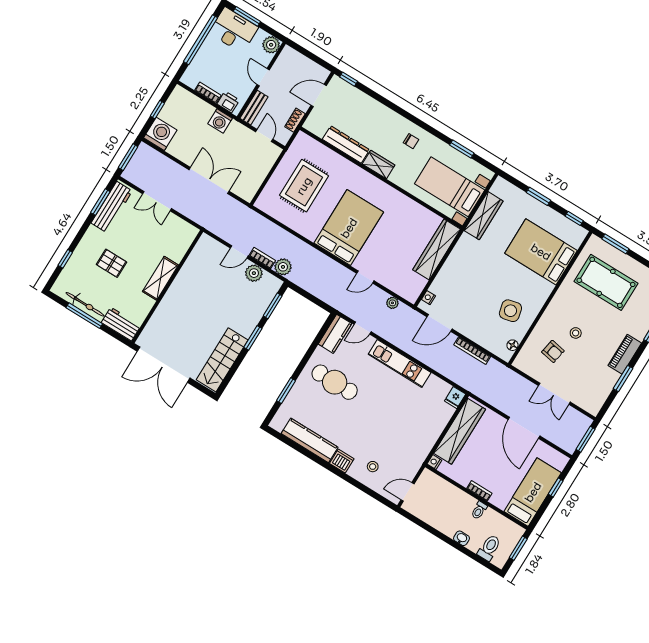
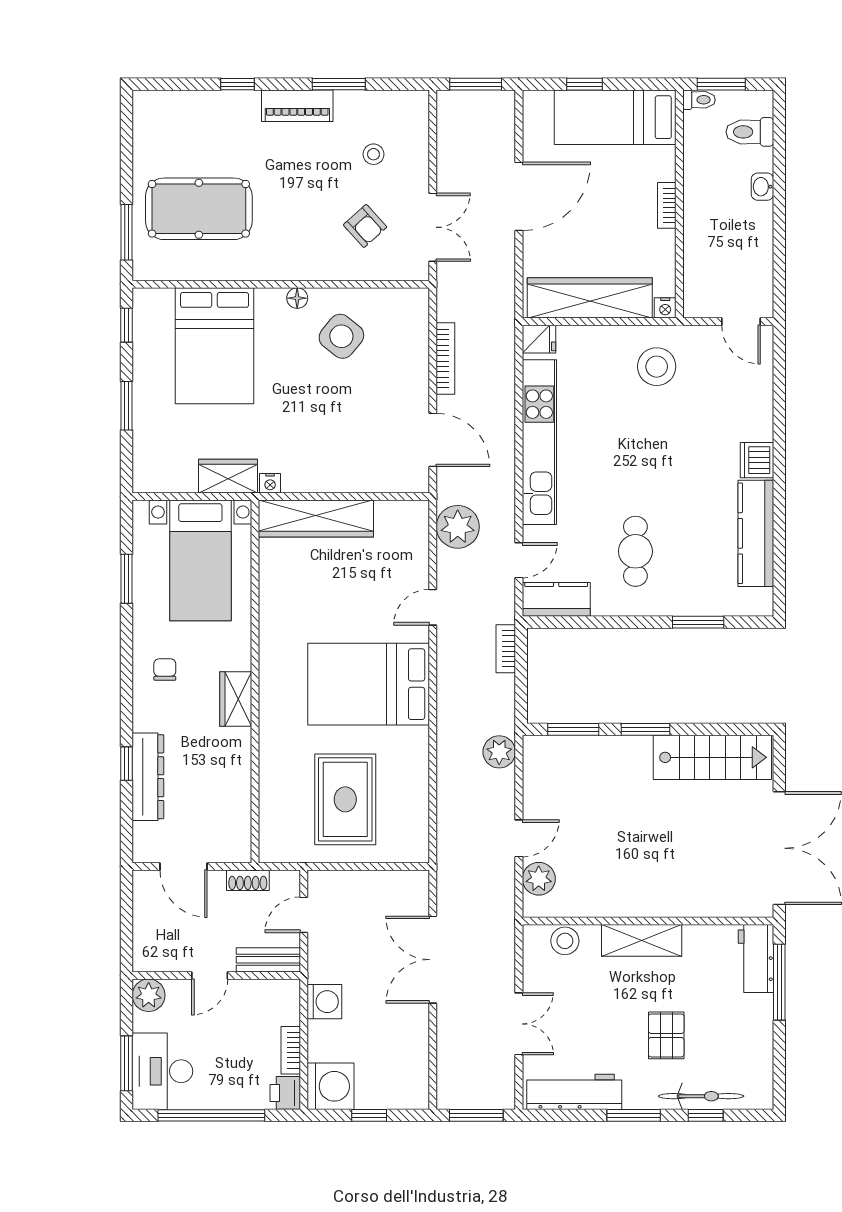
window: (349, 79) -> (127, 764), moved
printer: (228, 102) -> (285, 1093), moved
washing machine: (160, 134) -> (331, 1086), moved, turned 180
dresser: (346, 144) -> (148, 777), moved, turned 180
rug: (304, 186) -> (345, 799), turned 90
window: (100, 202) -> (634, 1115), moved
wardrobe: (484, 216) -> (228, 476), width x0.67
stool: (181, 244) -> (565, 941), added
door: (239, 252) -> (519, 838), hinge flipped
bookcase: (262, 258) -> (506, 649), moved
plant: (254, 273) -> (539, 879), moved
door: (365, 277) -> (433, 607), swing flipped
pool table: (606, 282) -> (199, 209), turned 90
nightstand: (428, 298) -> (270, 483), moved
plant: (392, 303) -> (458, 527), width x1.88, depth x1.88
bicycle: (85, 304) -> (701, 1096), moved, turned 90
side table: (510, 311) -> (341, 336), turned -38
window: (84, 316) -> (779, 982), moved
door: (363, 328) -> (519, 560), hinge flipped
stool: (576, 333) -> (373, 154), moved
floor lamp: (512, 345) -> (297, 298), moved
armchair: (553, 351) -> (365, 226), turned 128
kitchen unit: (400, 363) -> (539, 442), width x1.36
cafe table: (335, 382) -> (635, 551), width x0.73, depth x0.74
double door: (554, 394) -> (433, 227), moved
stool: (373, 467) -> (657, 367), moved, width x1.89, depth x1.89
toilet: (479, 510) -> (699, 100), moved

